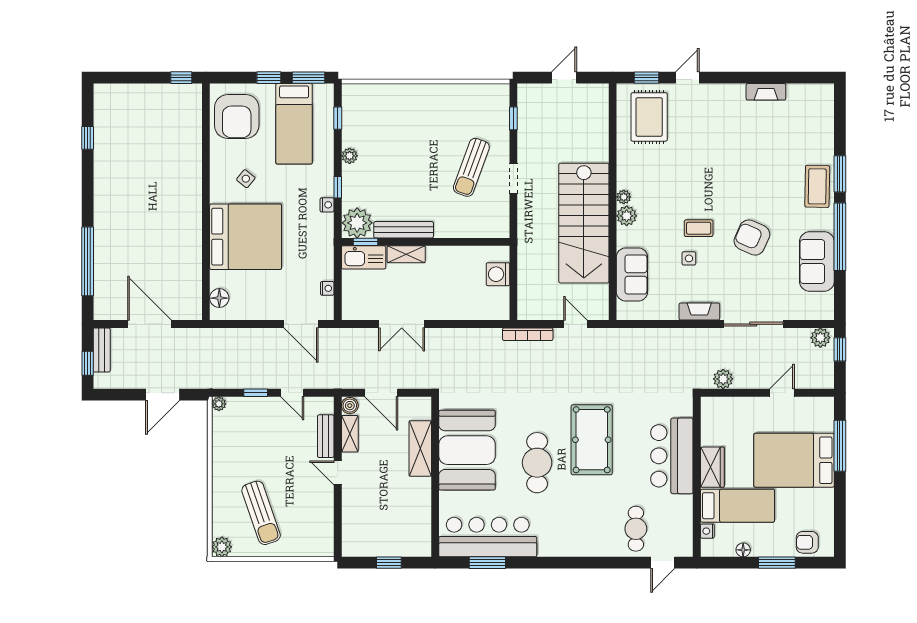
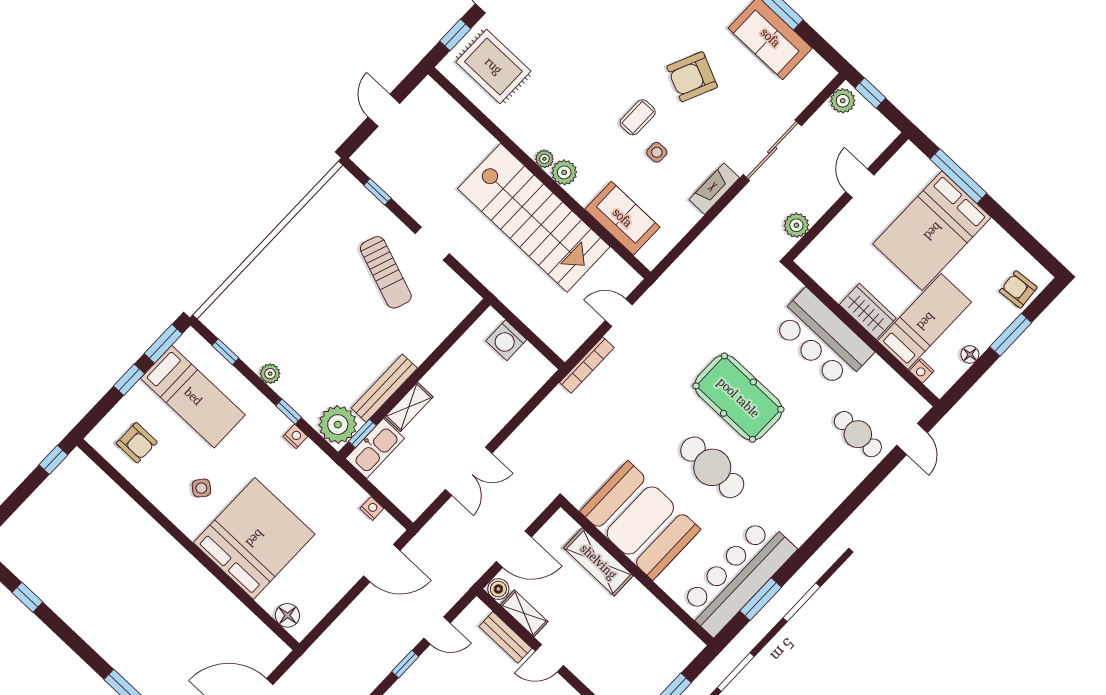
armchair: (237, 117) -> (137, 443), width x0.53, depth x0.53
armchair: (807, 542) -> (1018, 289), turned 85

